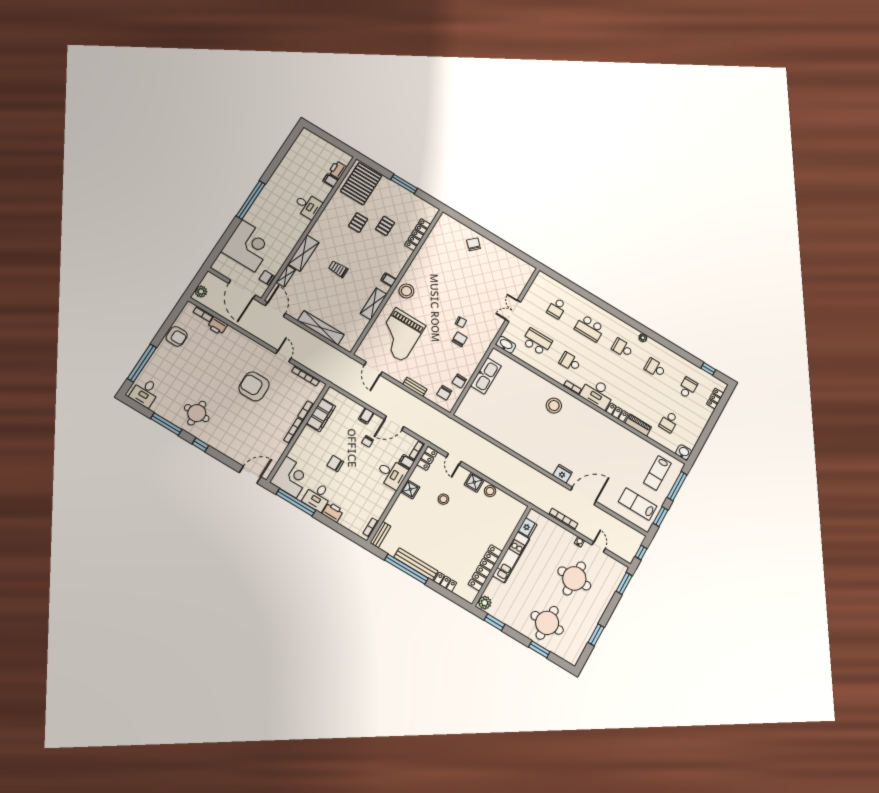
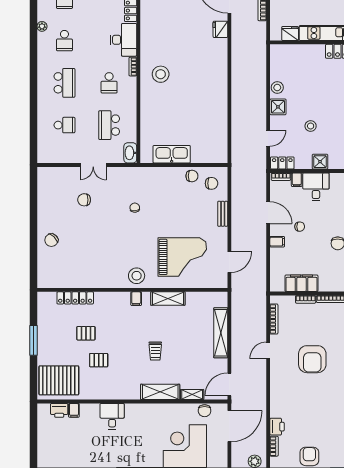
chair: (460, 339) -> (84, 200), moved

